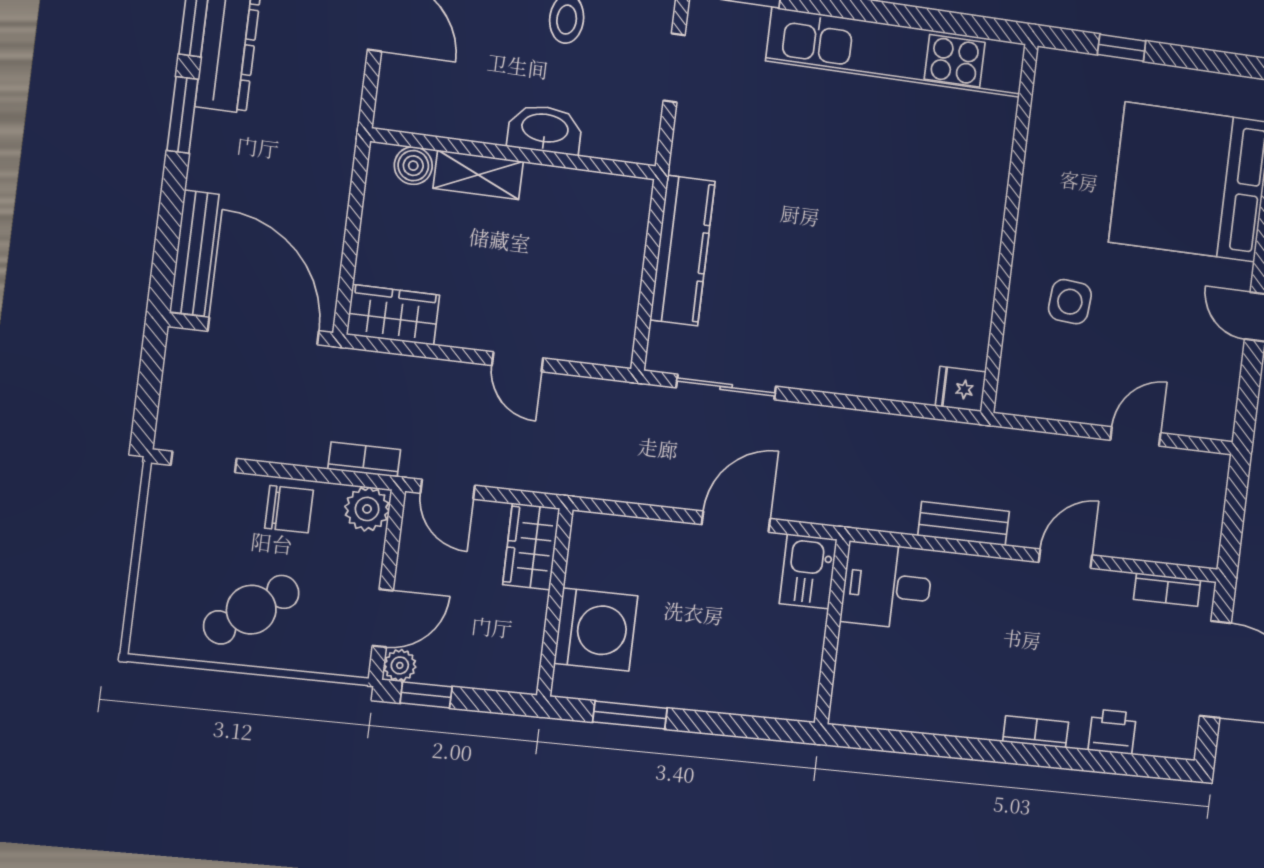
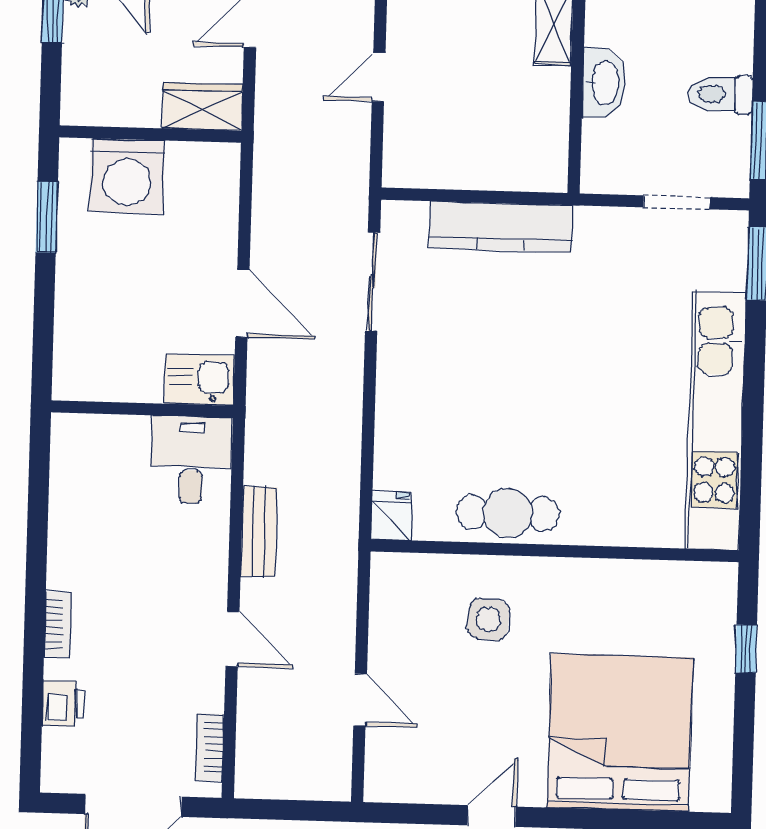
cafe table: (968, 272) -> (508, 513), added

